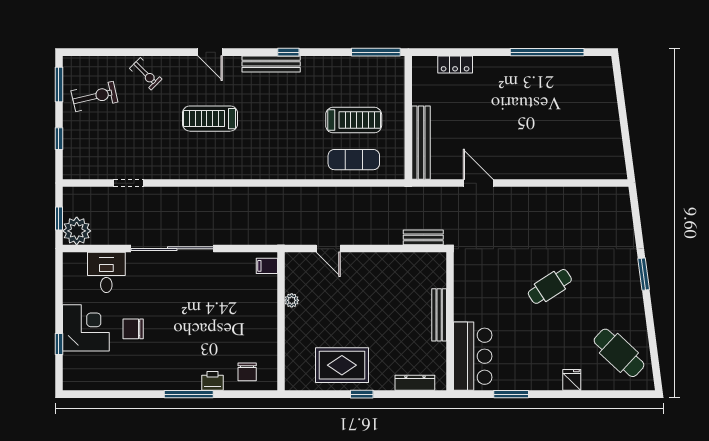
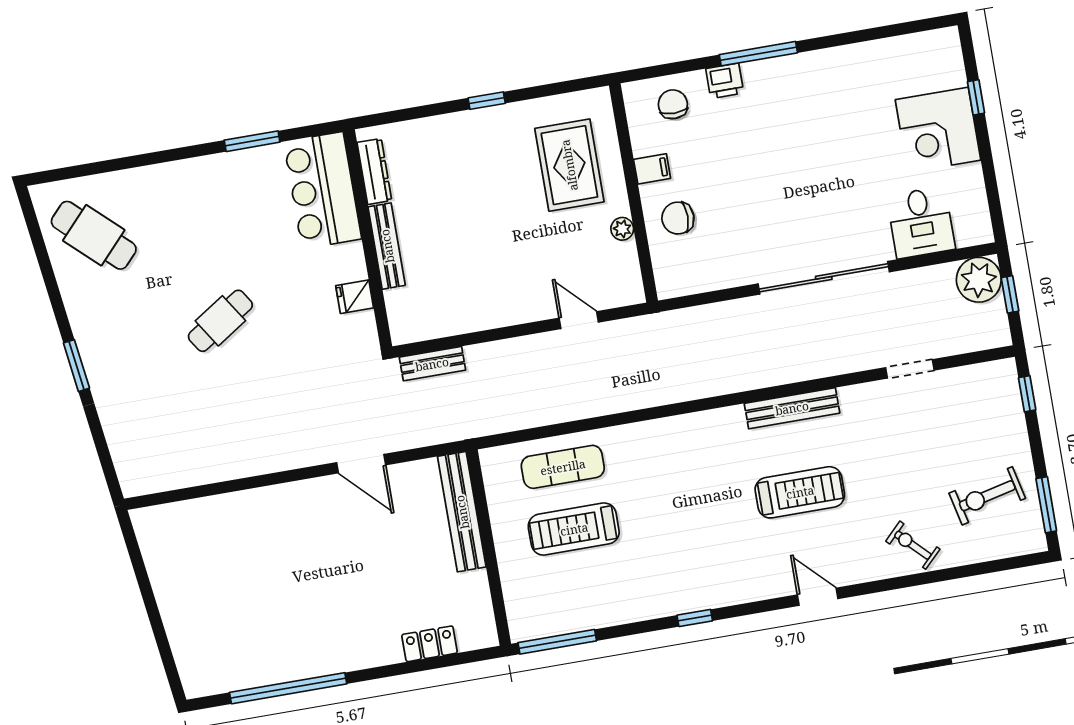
bench: (271, 64) -> (792, 408), moved
window: (59, 139) -> (1027, 394), moved
filing cabinet: (267, 266) -> (652, 169), moved
chair: (133, 329) -> (678, 218), moved, turned 180
rug: (342, 365) -> (569, 165), moved, turned 90
fridge: (572, 380) -> (355, 297), moved, turned 90
dresser: (415, 383) -> (374, 171), moved, turned -90

